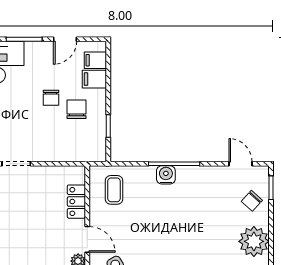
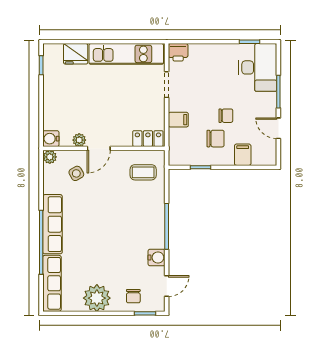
filing cabinet: (95, 60) -> (178, 120), moved, turned 90
chair: (51, 98) -> (226, 116), turned 180
water cooler: (166, 175) -> (157, 257), moved
chair: (252, 201) -> (133, 296), turned -132
locker: (76, 202) -> (148, 139), moved

